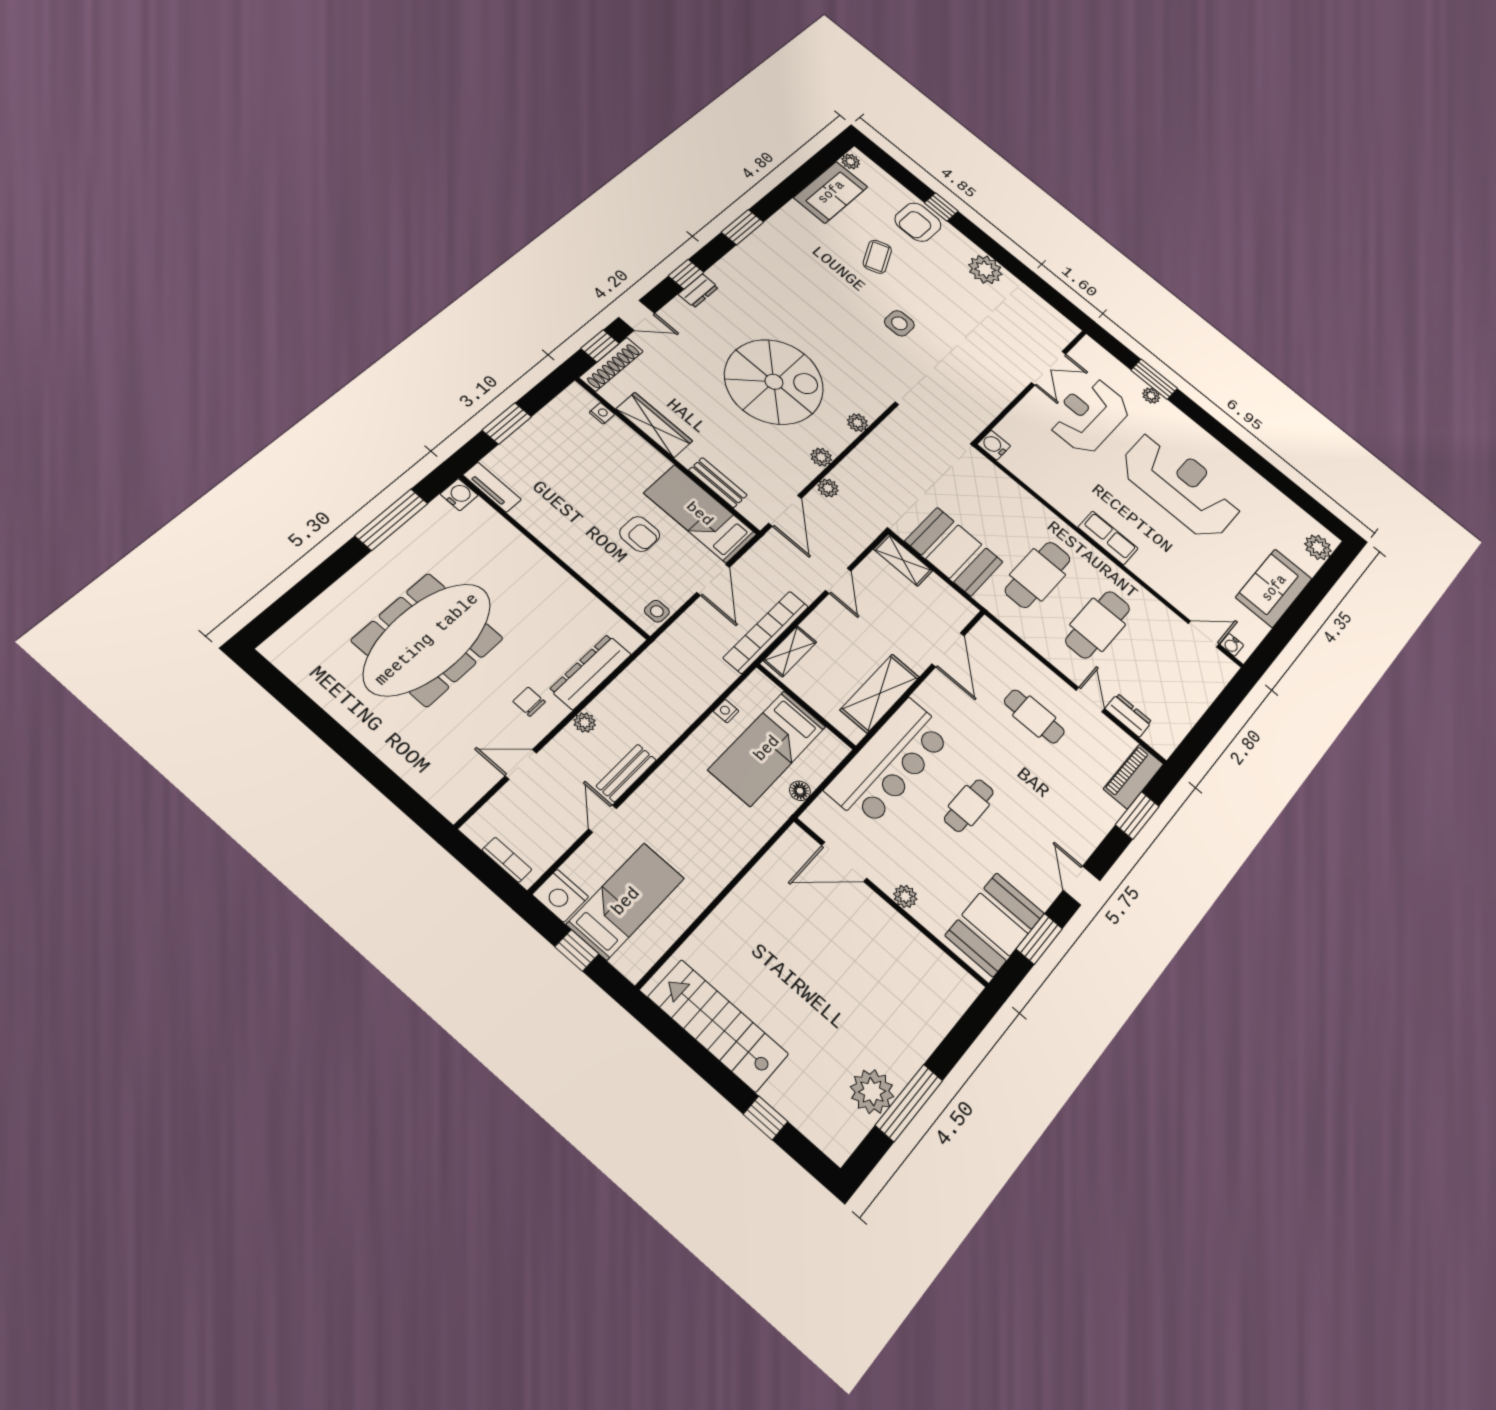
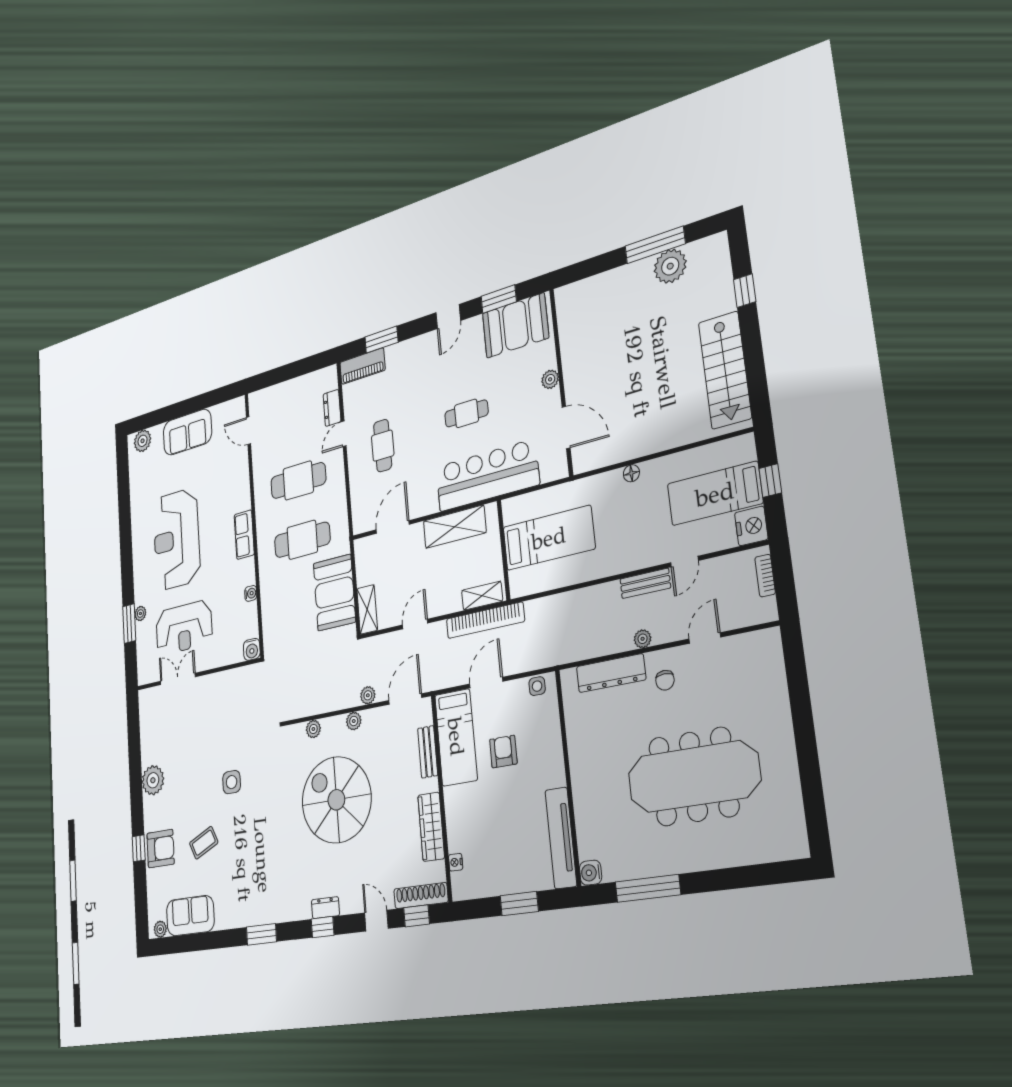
tv unit: (492, 487) -> (561, 838), width x1.92, depth x1.29
water cooler: (1232, 645) -> (251, 593), moved
nightstand: (726, 711) -> (552, 582), removed
door: (521, 765) -> (705, 638), swing flipped
floor lamp: (800, 791) -> (631, 473), moved

